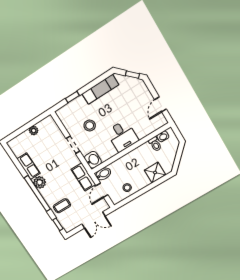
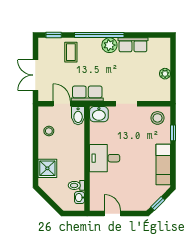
stool: (90, 126) -> (157, 118), moved

